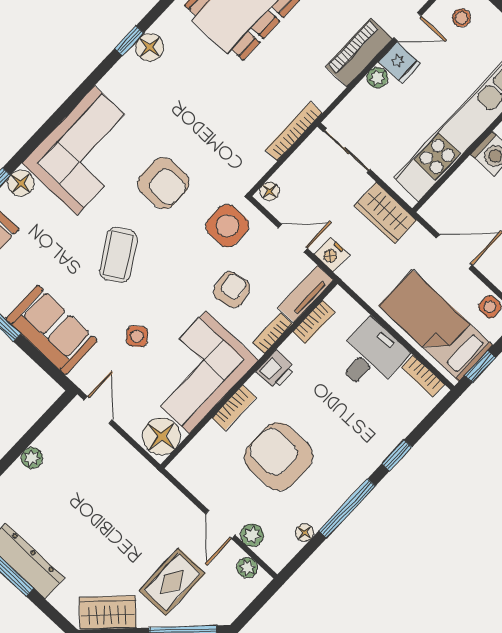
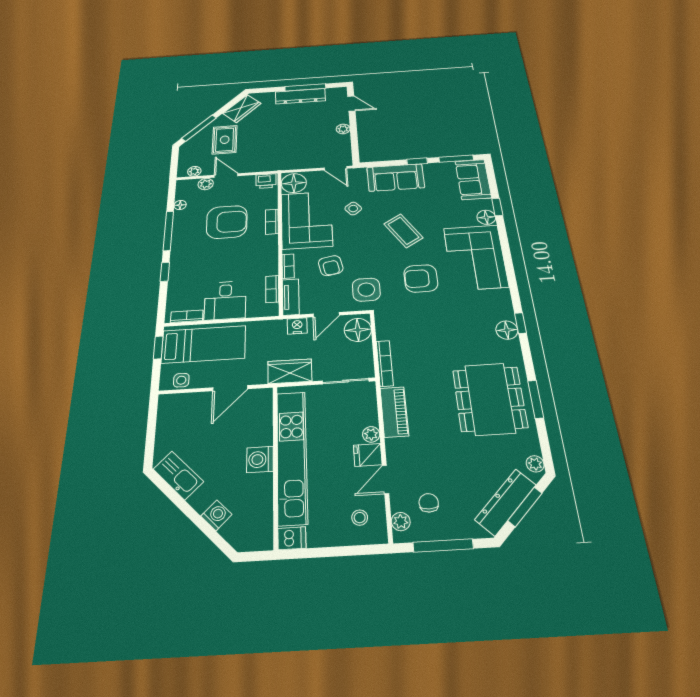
piano: (359, 53) -> (394, 412), moved
floor lamp: (270, 191) -> (358, 330), width x1.89, depth x1.89
printer: (276, 370) -> (266, 181), moved, turned -90

